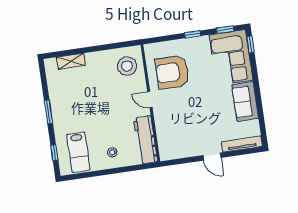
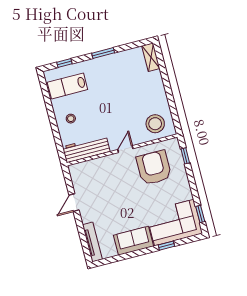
window: (193, 34) -> (185, 156), moved
window: (250, 44) -> (166, 246), moved
shelving: (71, 61) -> (151, 57), moved
door: (212, 157) -> (74, 203), moved

